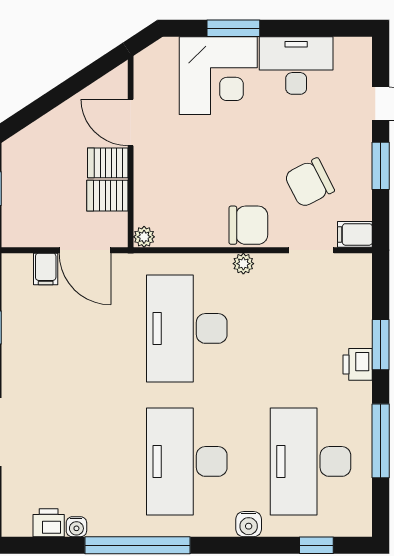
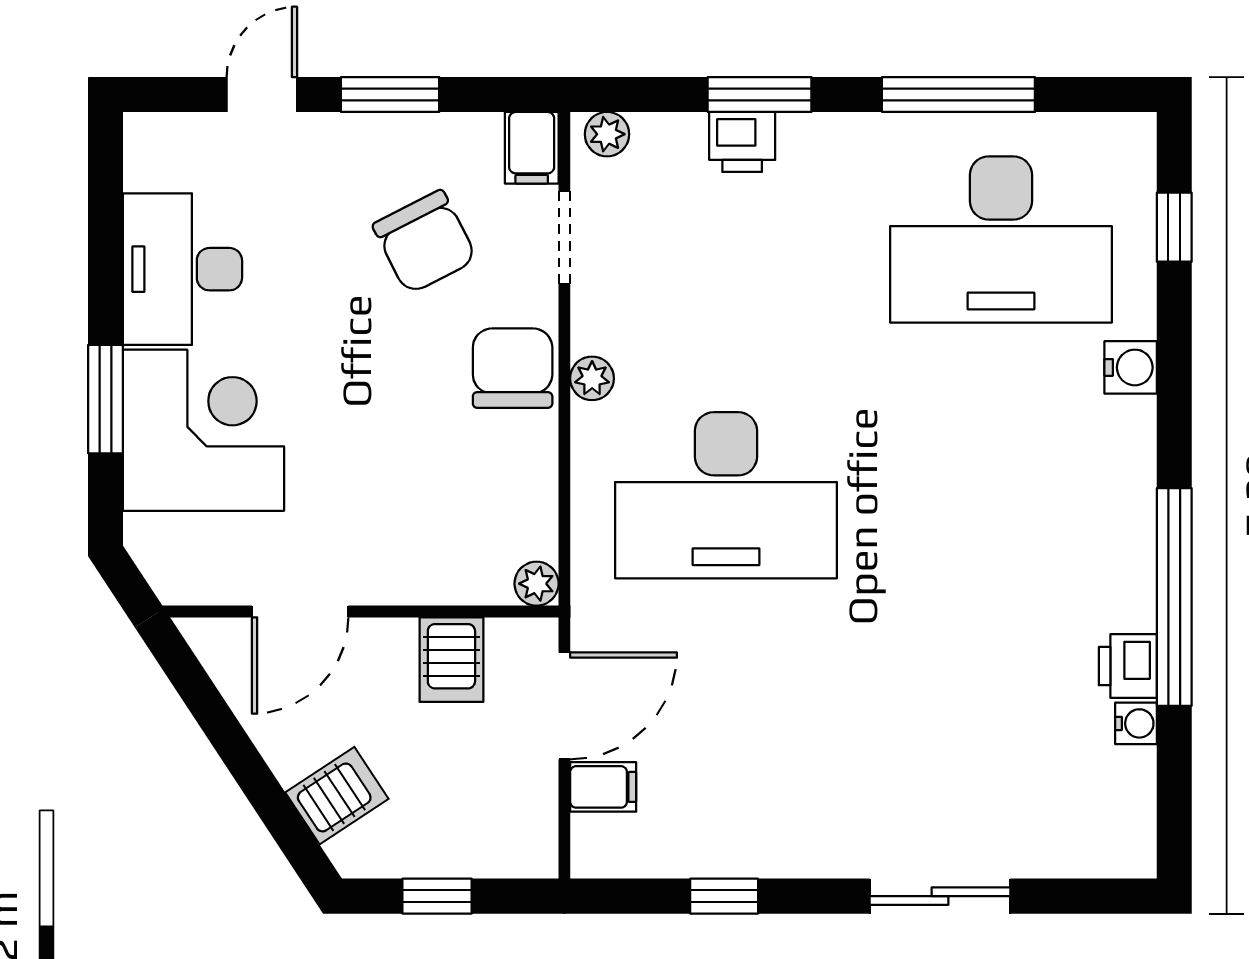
server rack: (108, 163) -> (337, 796), moved, turned -123
plant: (361, 271) -> (607, 134), added
printer: (358, 364) -> (742, 142), moved
desk: (187, 461) -> (1001, 495), removed
printer: (49, 523) -> (1128, 666), moved

